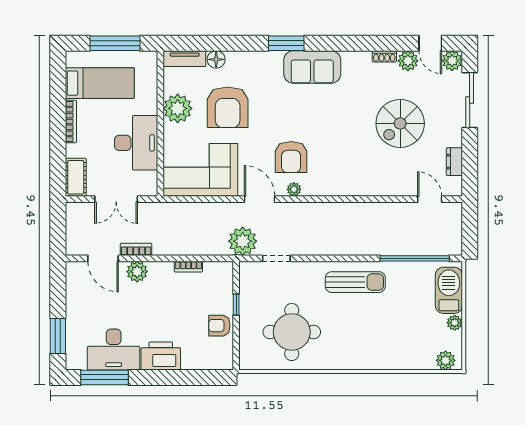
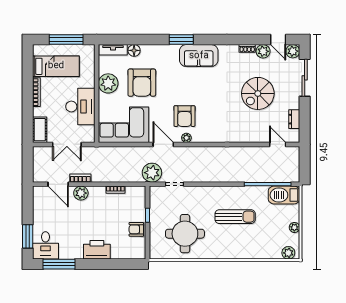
sun lounger: (355, 282) -> (235, 217), moved
barbecue: (449, 290) -> (284, 195), moved, turned -90
desk: (114, 349) -> (45, 245), moved, width x0.73

